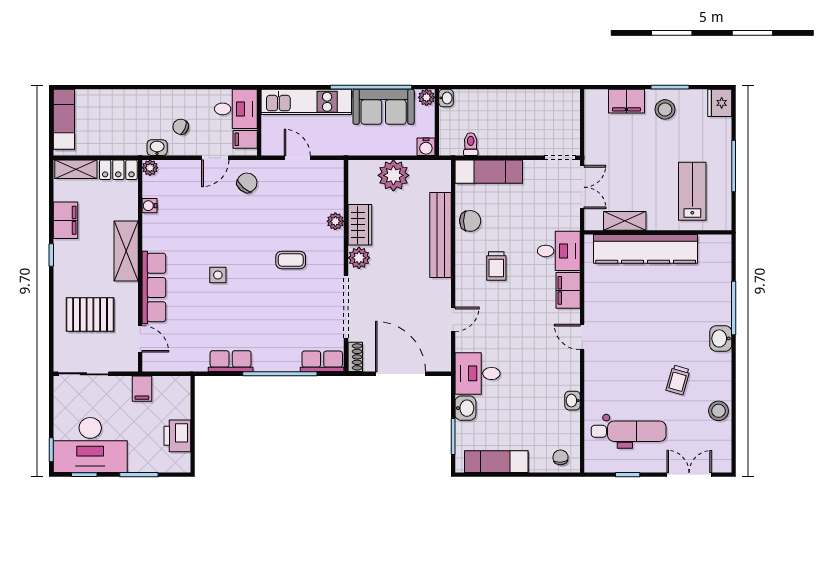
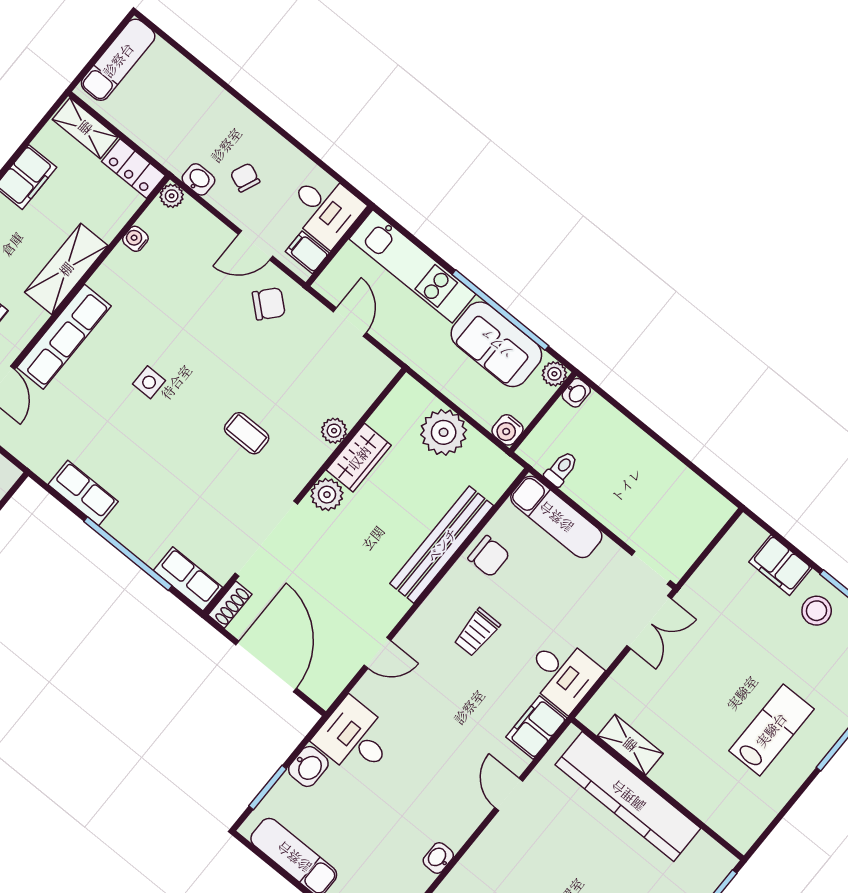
shelving: (625, 221) -> (630, 745), moved
wall: (658, 232) -> (658, 789), moved
kitchen counter: (646, 249) -> (628, 796), moved

